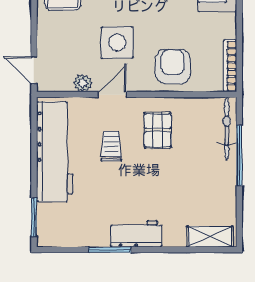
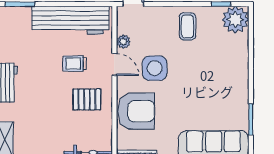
armchair: (173, 66) -> (136, 111), width x1.36, depth x1.36
trolley: (111, 146) -> (75, 64), turned 180

